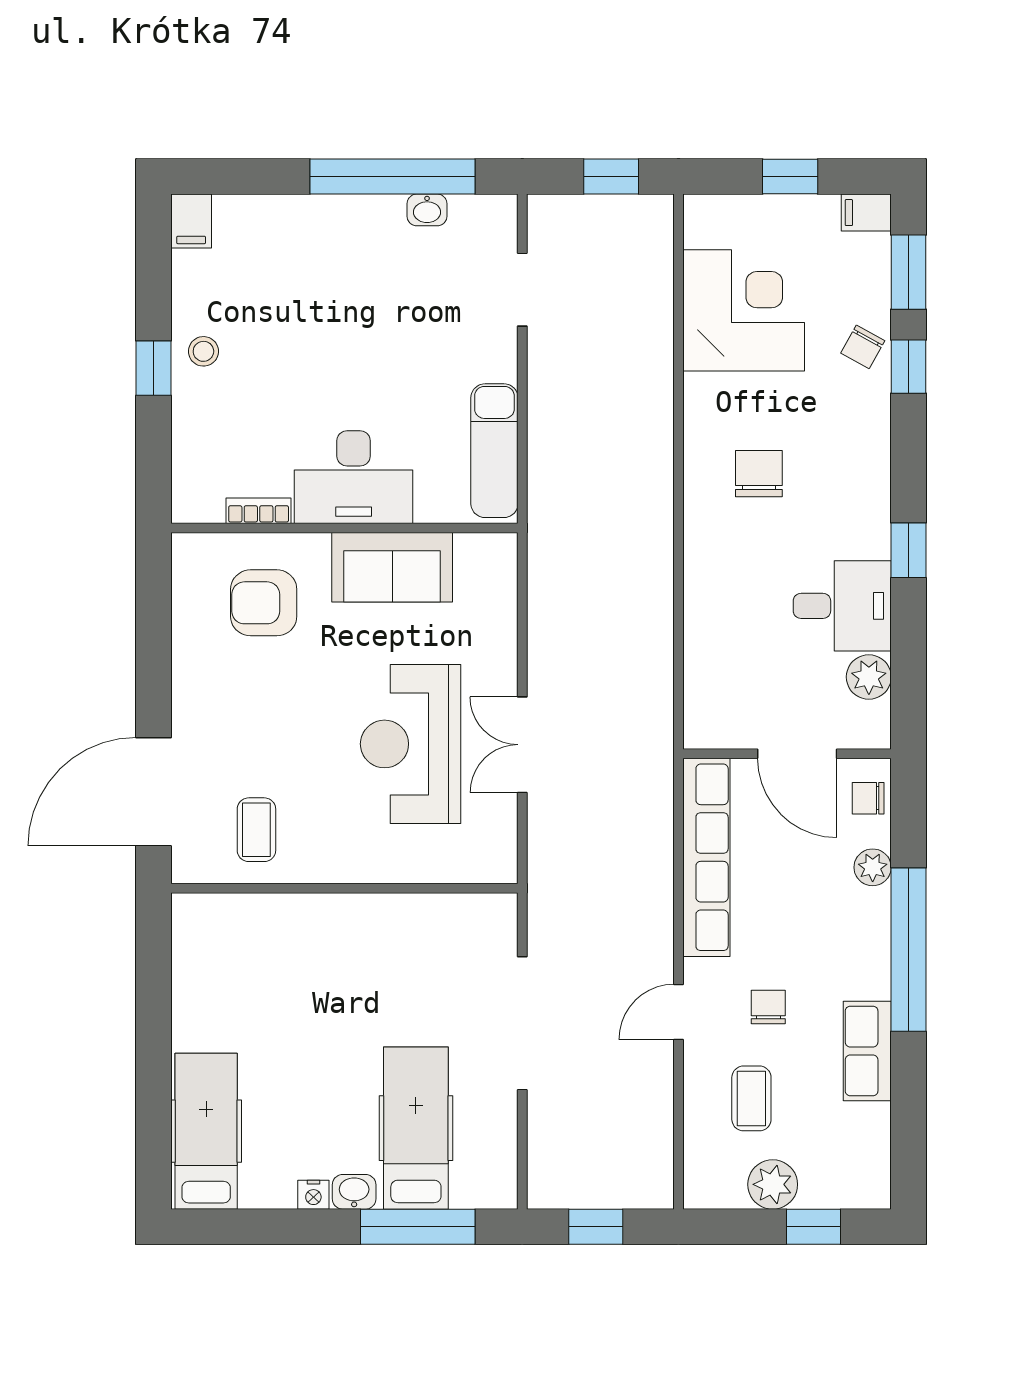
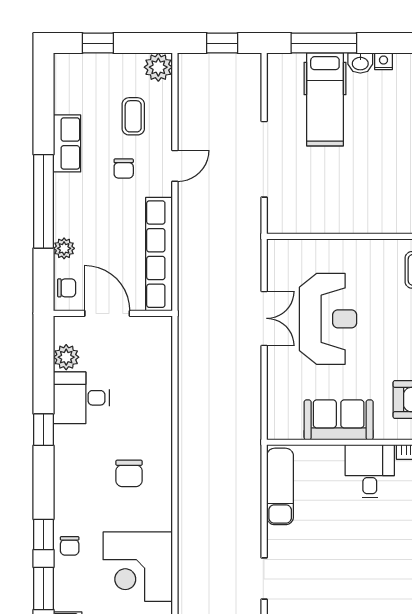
chair: (863, 347) -> (70, 546), turned 151
desk: (354, 477) -> (370, 471), width x0.73
plant: (773, 1184) -> (158, 67), moved

